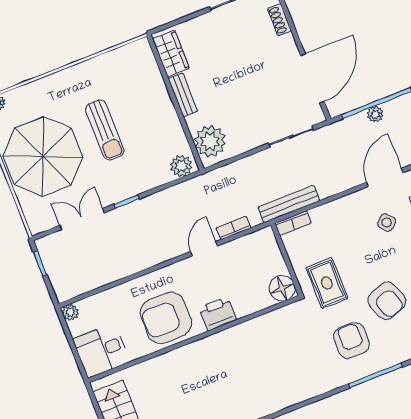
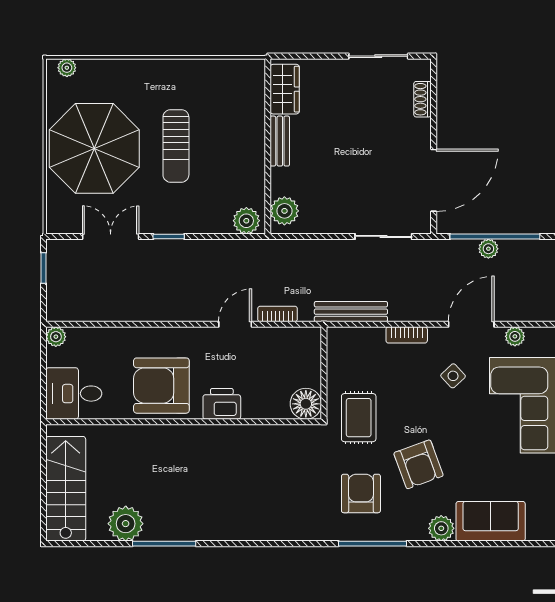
plant: (210, 141) -> (284, 211), width x0.73, depth x0.73
bookcase: (293, 223) -> (407, 335), moved

